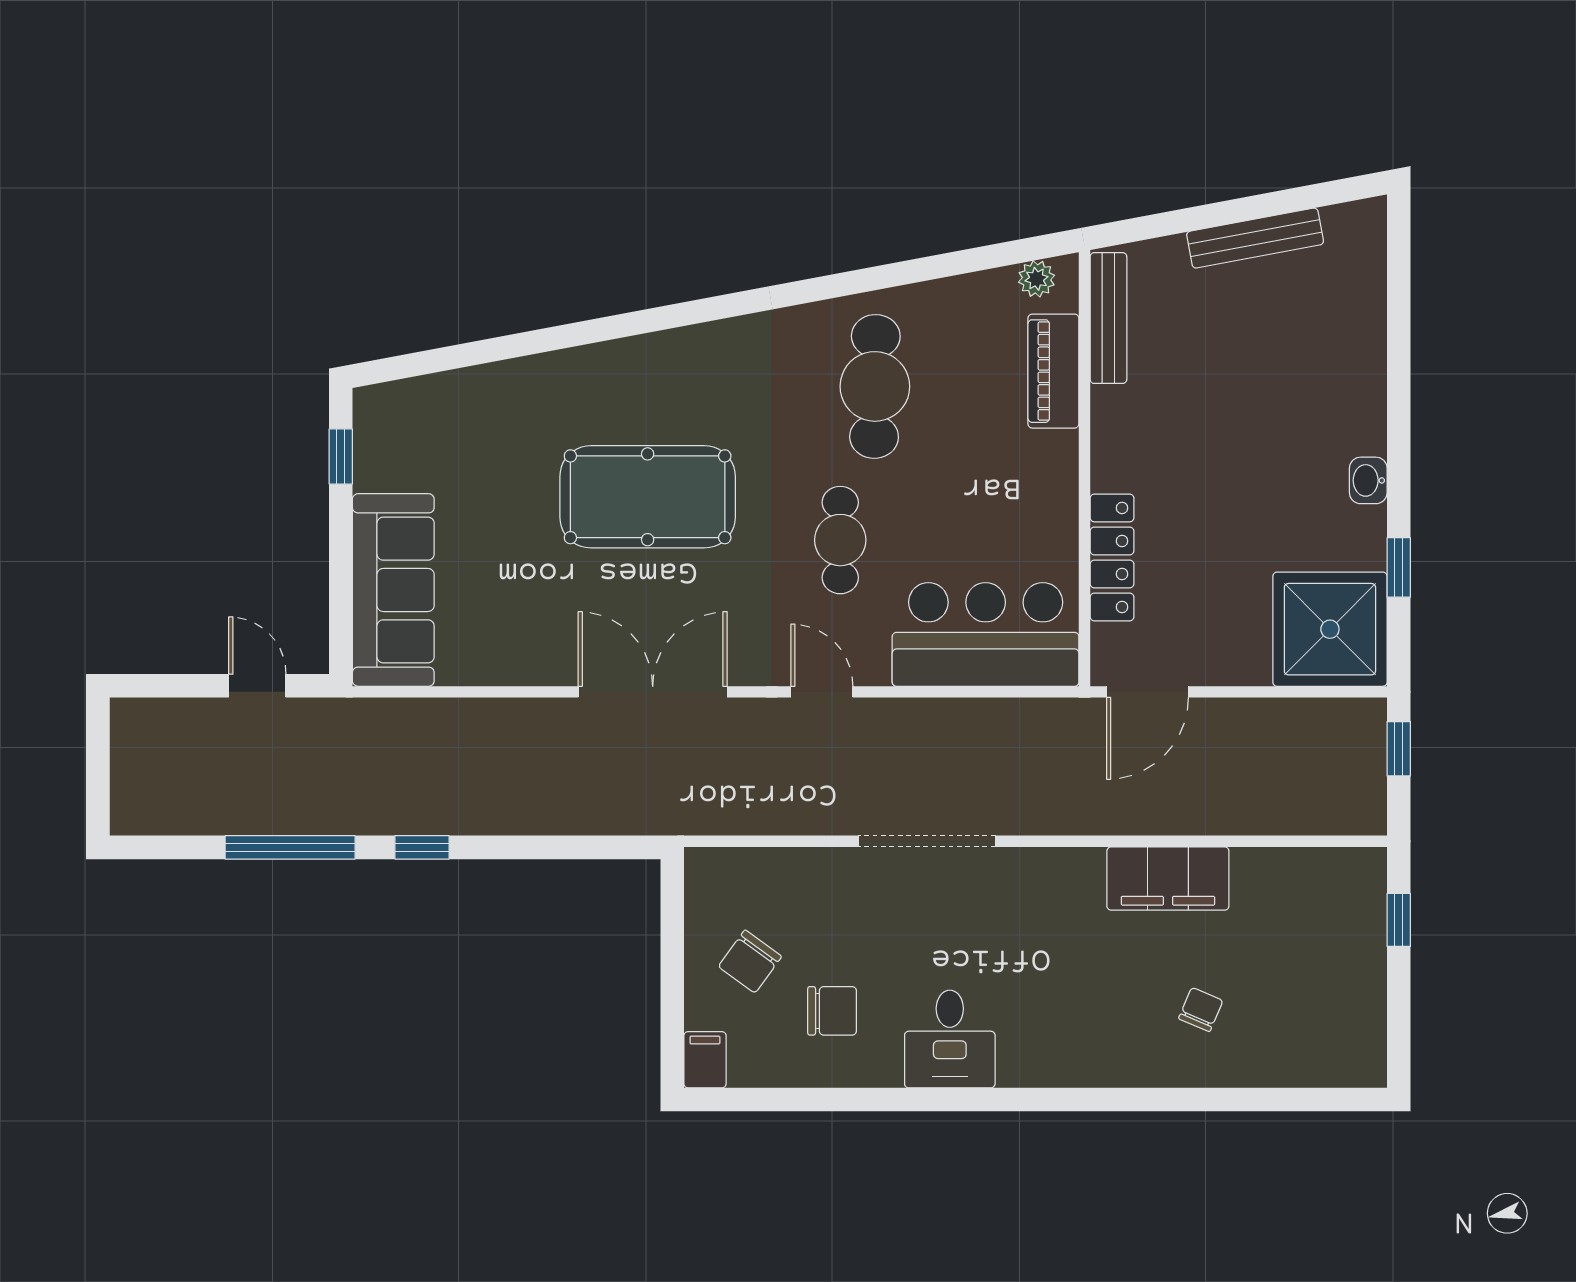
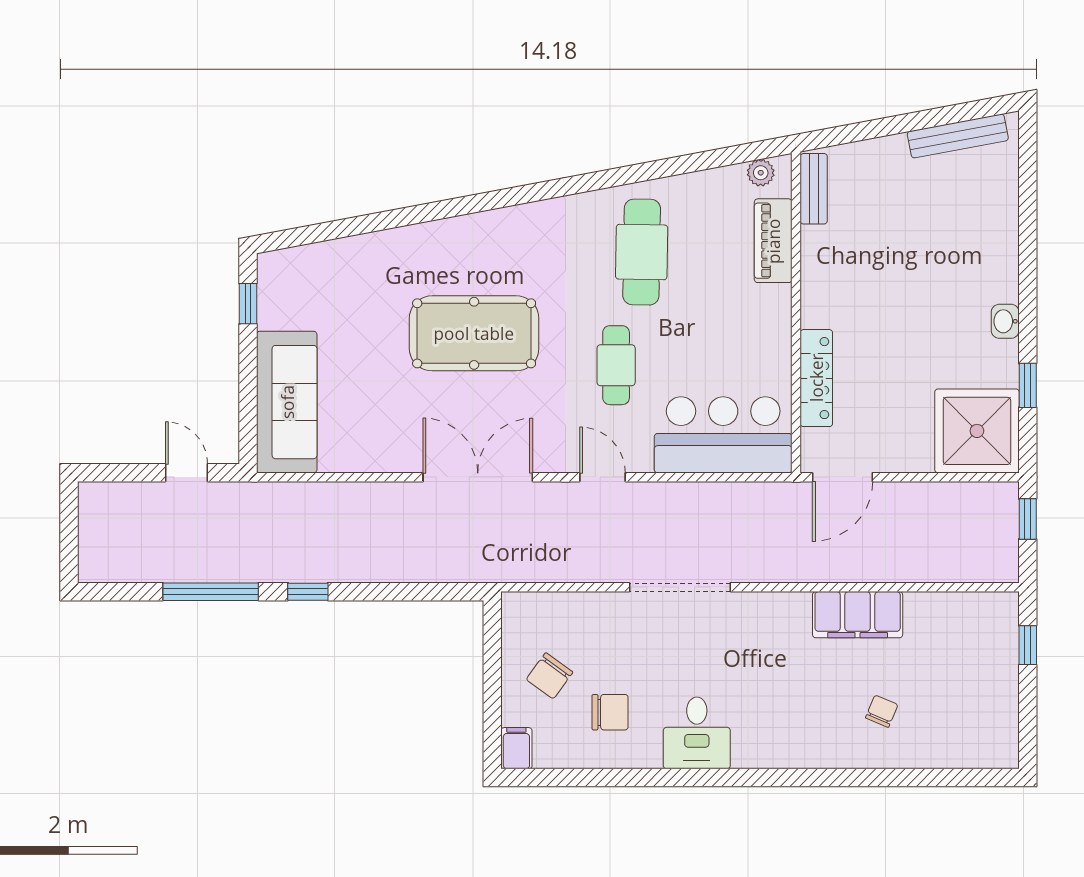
bench: (1255, 238) -> (958, 136), moved
bench: (1108, 318) -> (814, 189), width x0.73

